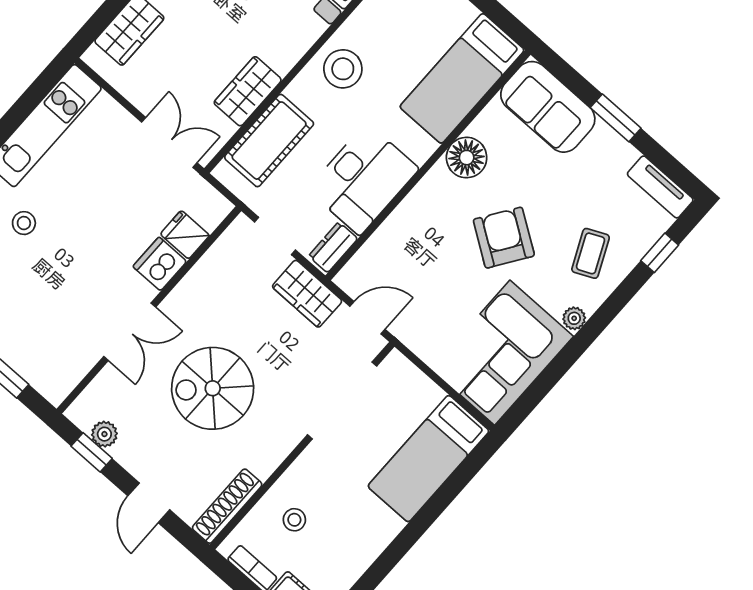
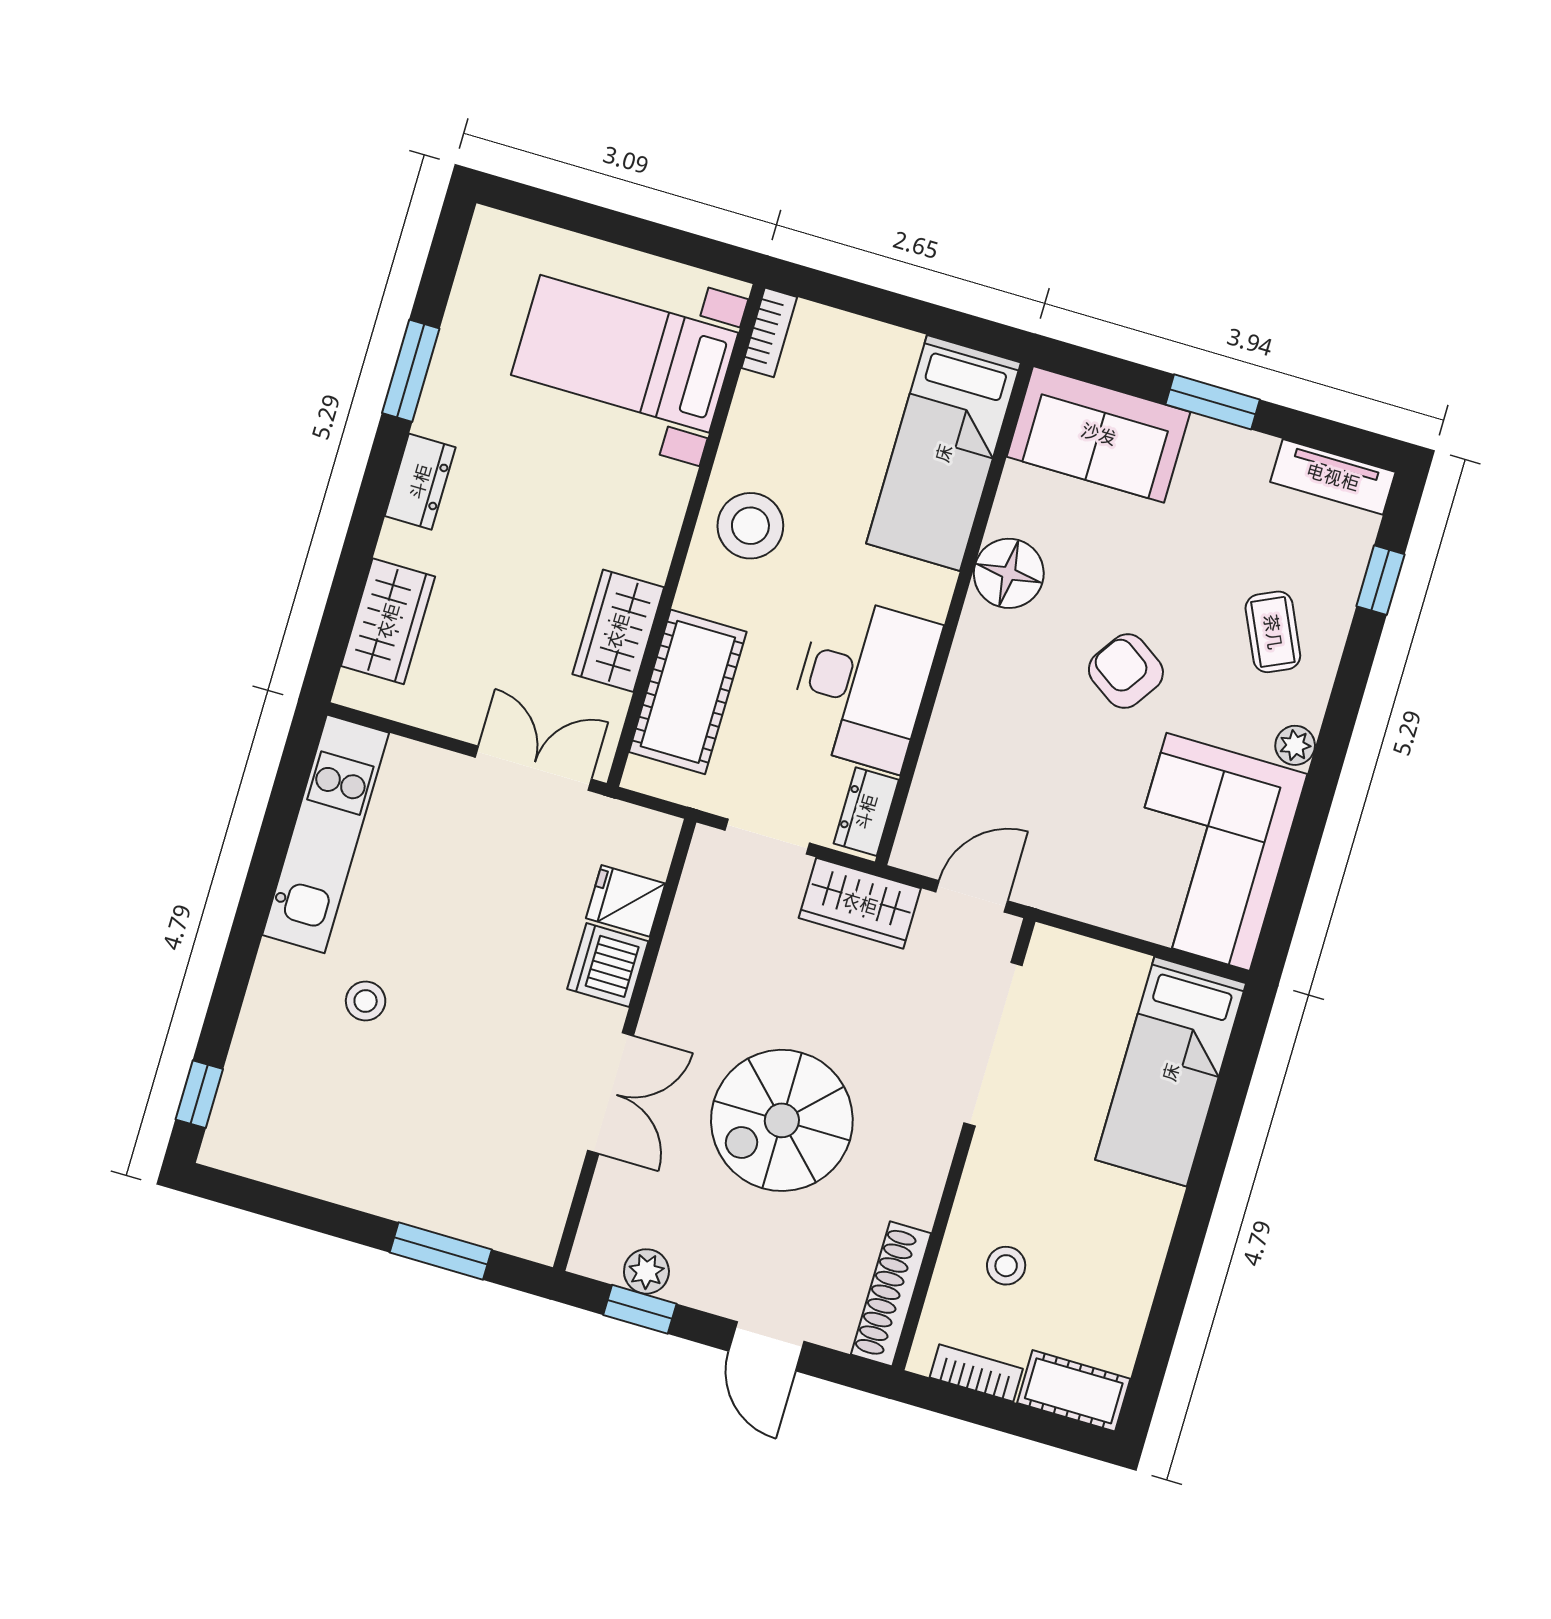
armchair: (504, 238) -> (1126, 671), width x0.72, depth x0.72

